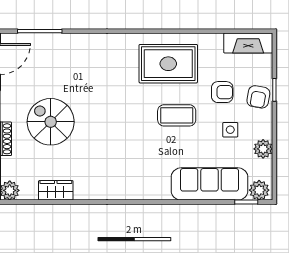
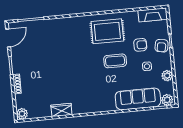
spiral stairs: (51, 122) -> (42, 72), removed
wardrobe: (56, 190) -> (61, 110), moved

